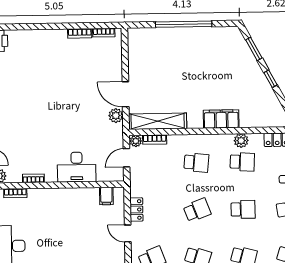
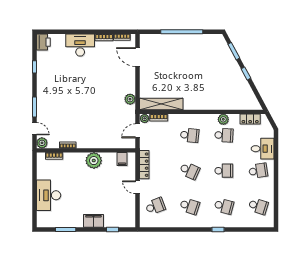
door: (126, 94) -> (138, 57), moved
filing cabinet: (221, 119) -> (209, 103), removed
desk: (77, 167) -> (80, 45), moved, turned 180
plant: (69, 199) -> (94, 161), added
locker: (136, 210) -> (144, 165), width x1.53
school desk: (197, 210) -> (190, 171), turned 45

